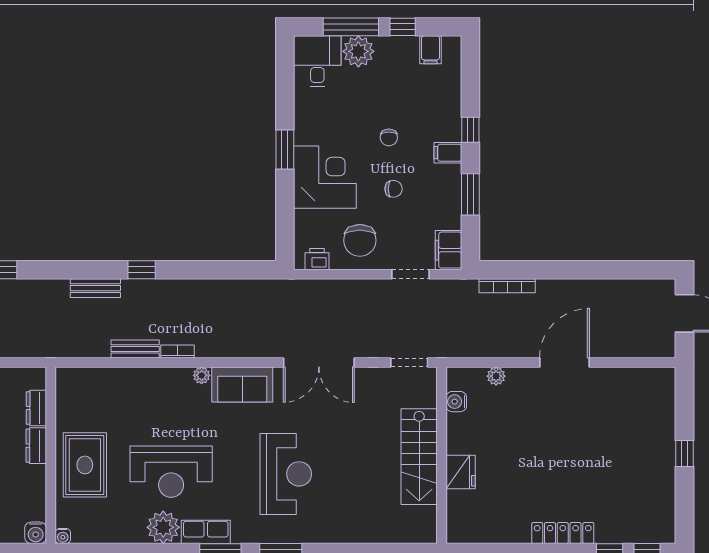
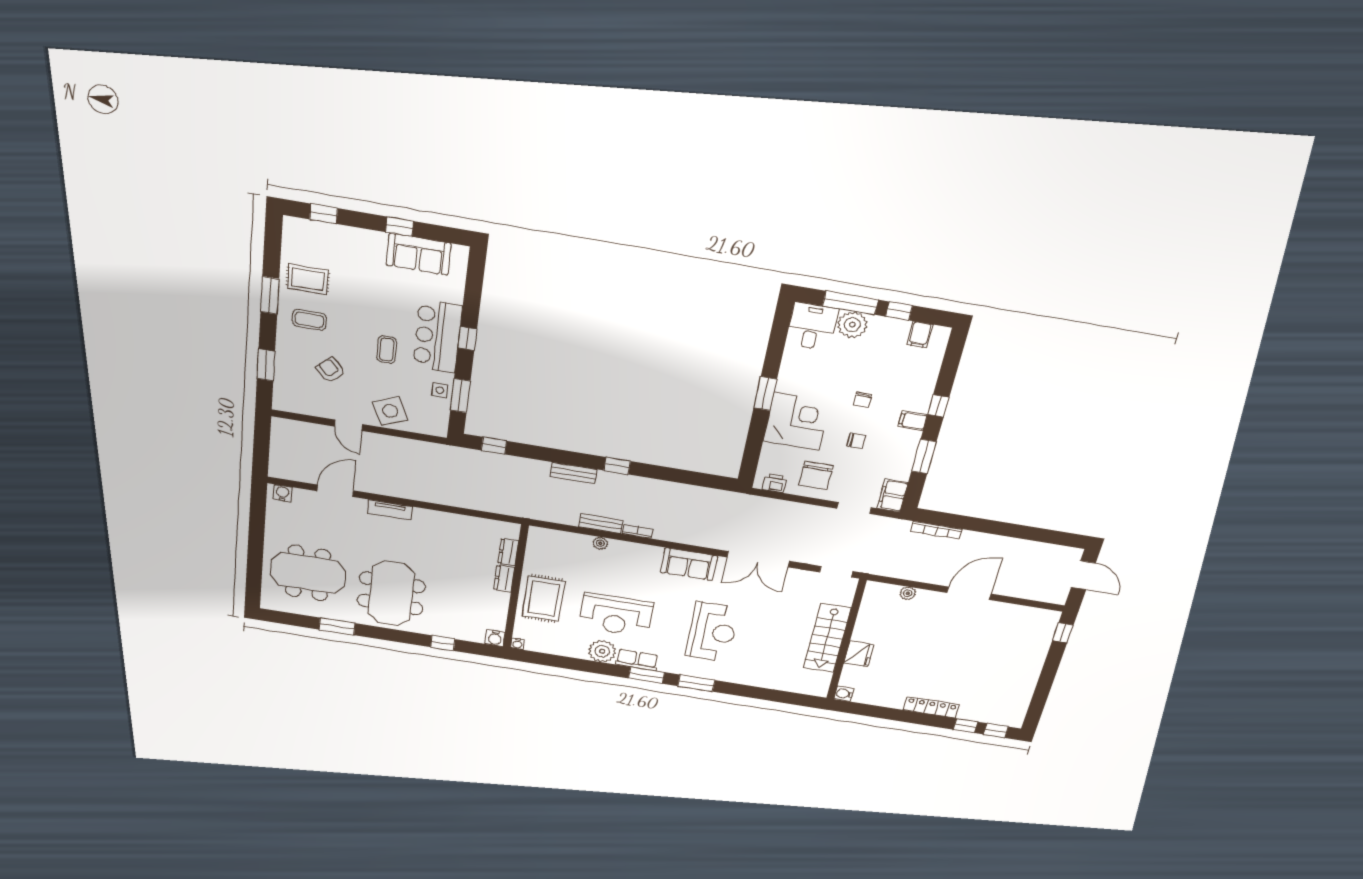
plant: (202, 375) -> (600, 543), moved
water cooler: (456, 402) -> (844, 694), moved
window: (685, 454) -> (1063, 633), moved

